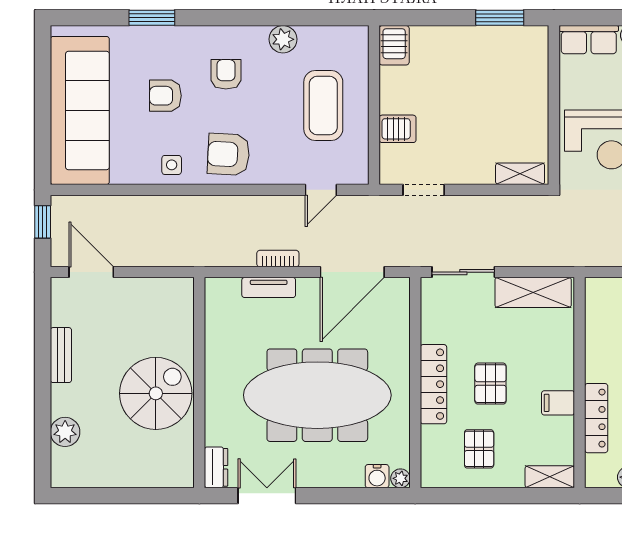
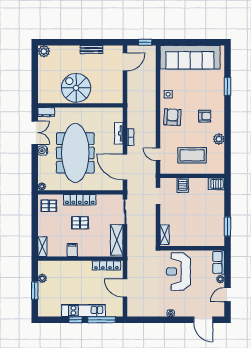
armchair: (165, 96) -> (196, 92), removed
spiral stairs: (156, 393) -> (76, 88), turned 180
locker: (596, 418) -> (106, 265), moved
plant: (65, 432) -> (44, 51), moved
pallet: (479, 449) -> (49, 206), moved
water cooler: (377, 476) -> (43, 151), moved

